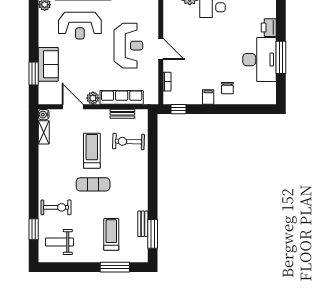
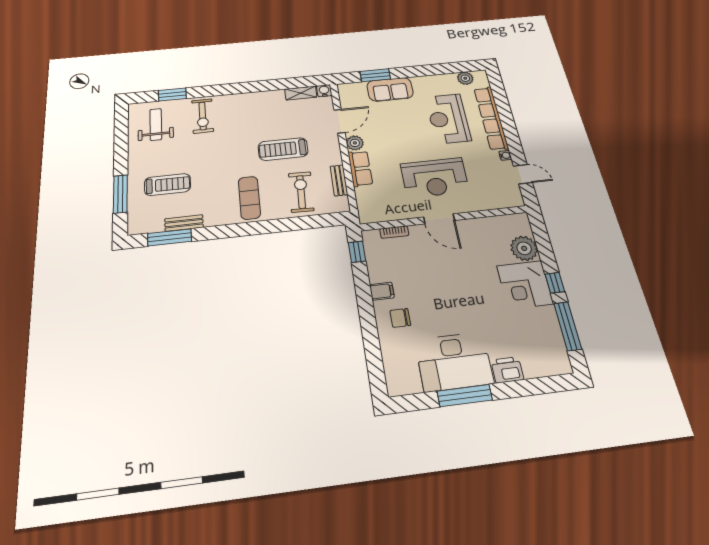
door: (161, 49) -> (439, 219), hinge flipped
row of seats: (122, 97) -> (360, 169), width x0.68
treadmill: (92, 151) -> (283, 149), turned 180
exercise mat: (93, 184) -> (249, 198), moved

